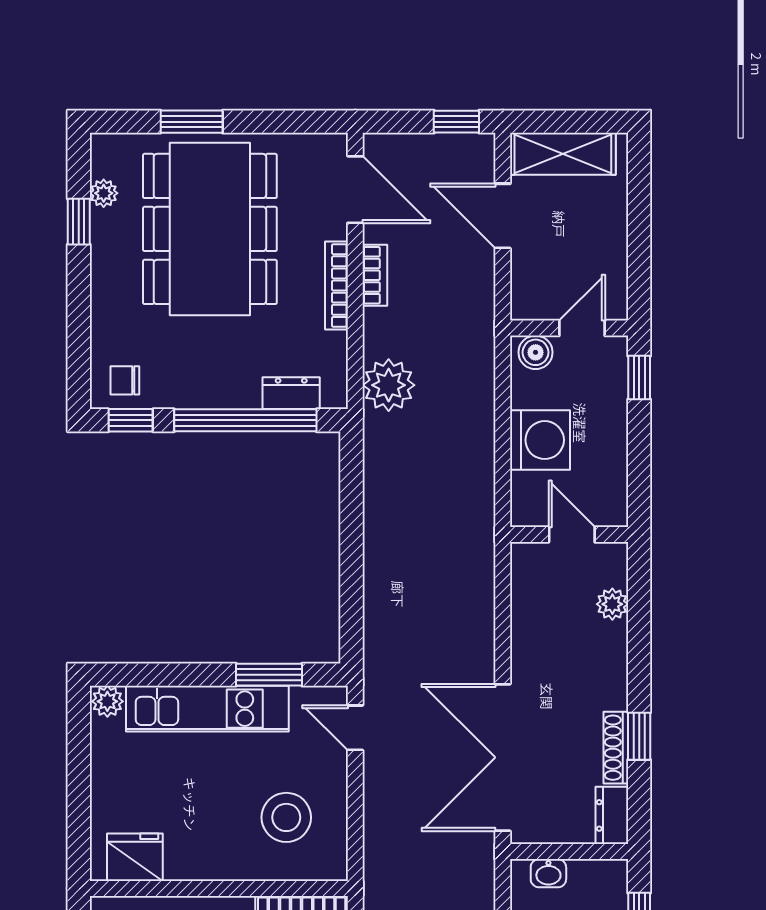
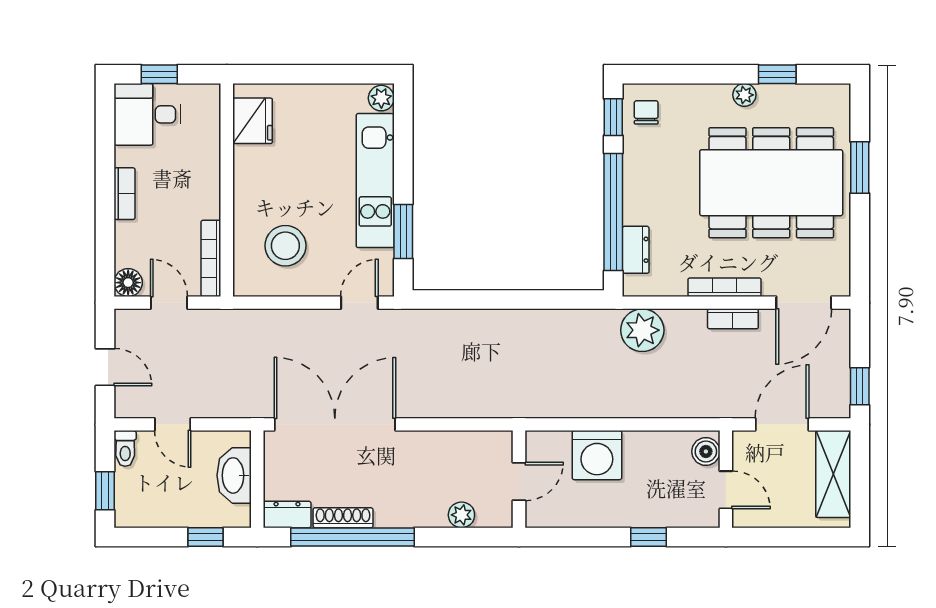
plant: (104, 193) -> (744, 95), moved
wall: (569, 328) -> (726, 479), moved
door: (582, 328) -> (726, 490), moved
boiler: (536, 352) -> (706, 451), moved
window: (639, 736) -> (352, 537), width x3.17
washbasin: (548, 873) -> (234, 475), width x1.91, depth x1.45

